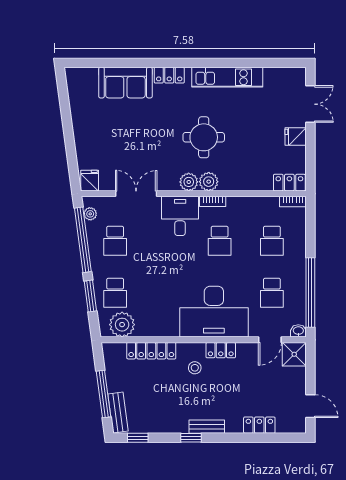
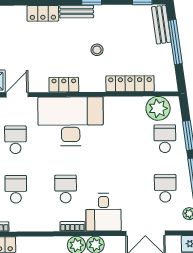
stool: (195, 368) -> (97, 50), moved
locker: (259, 425) -> (43, 13), moved

